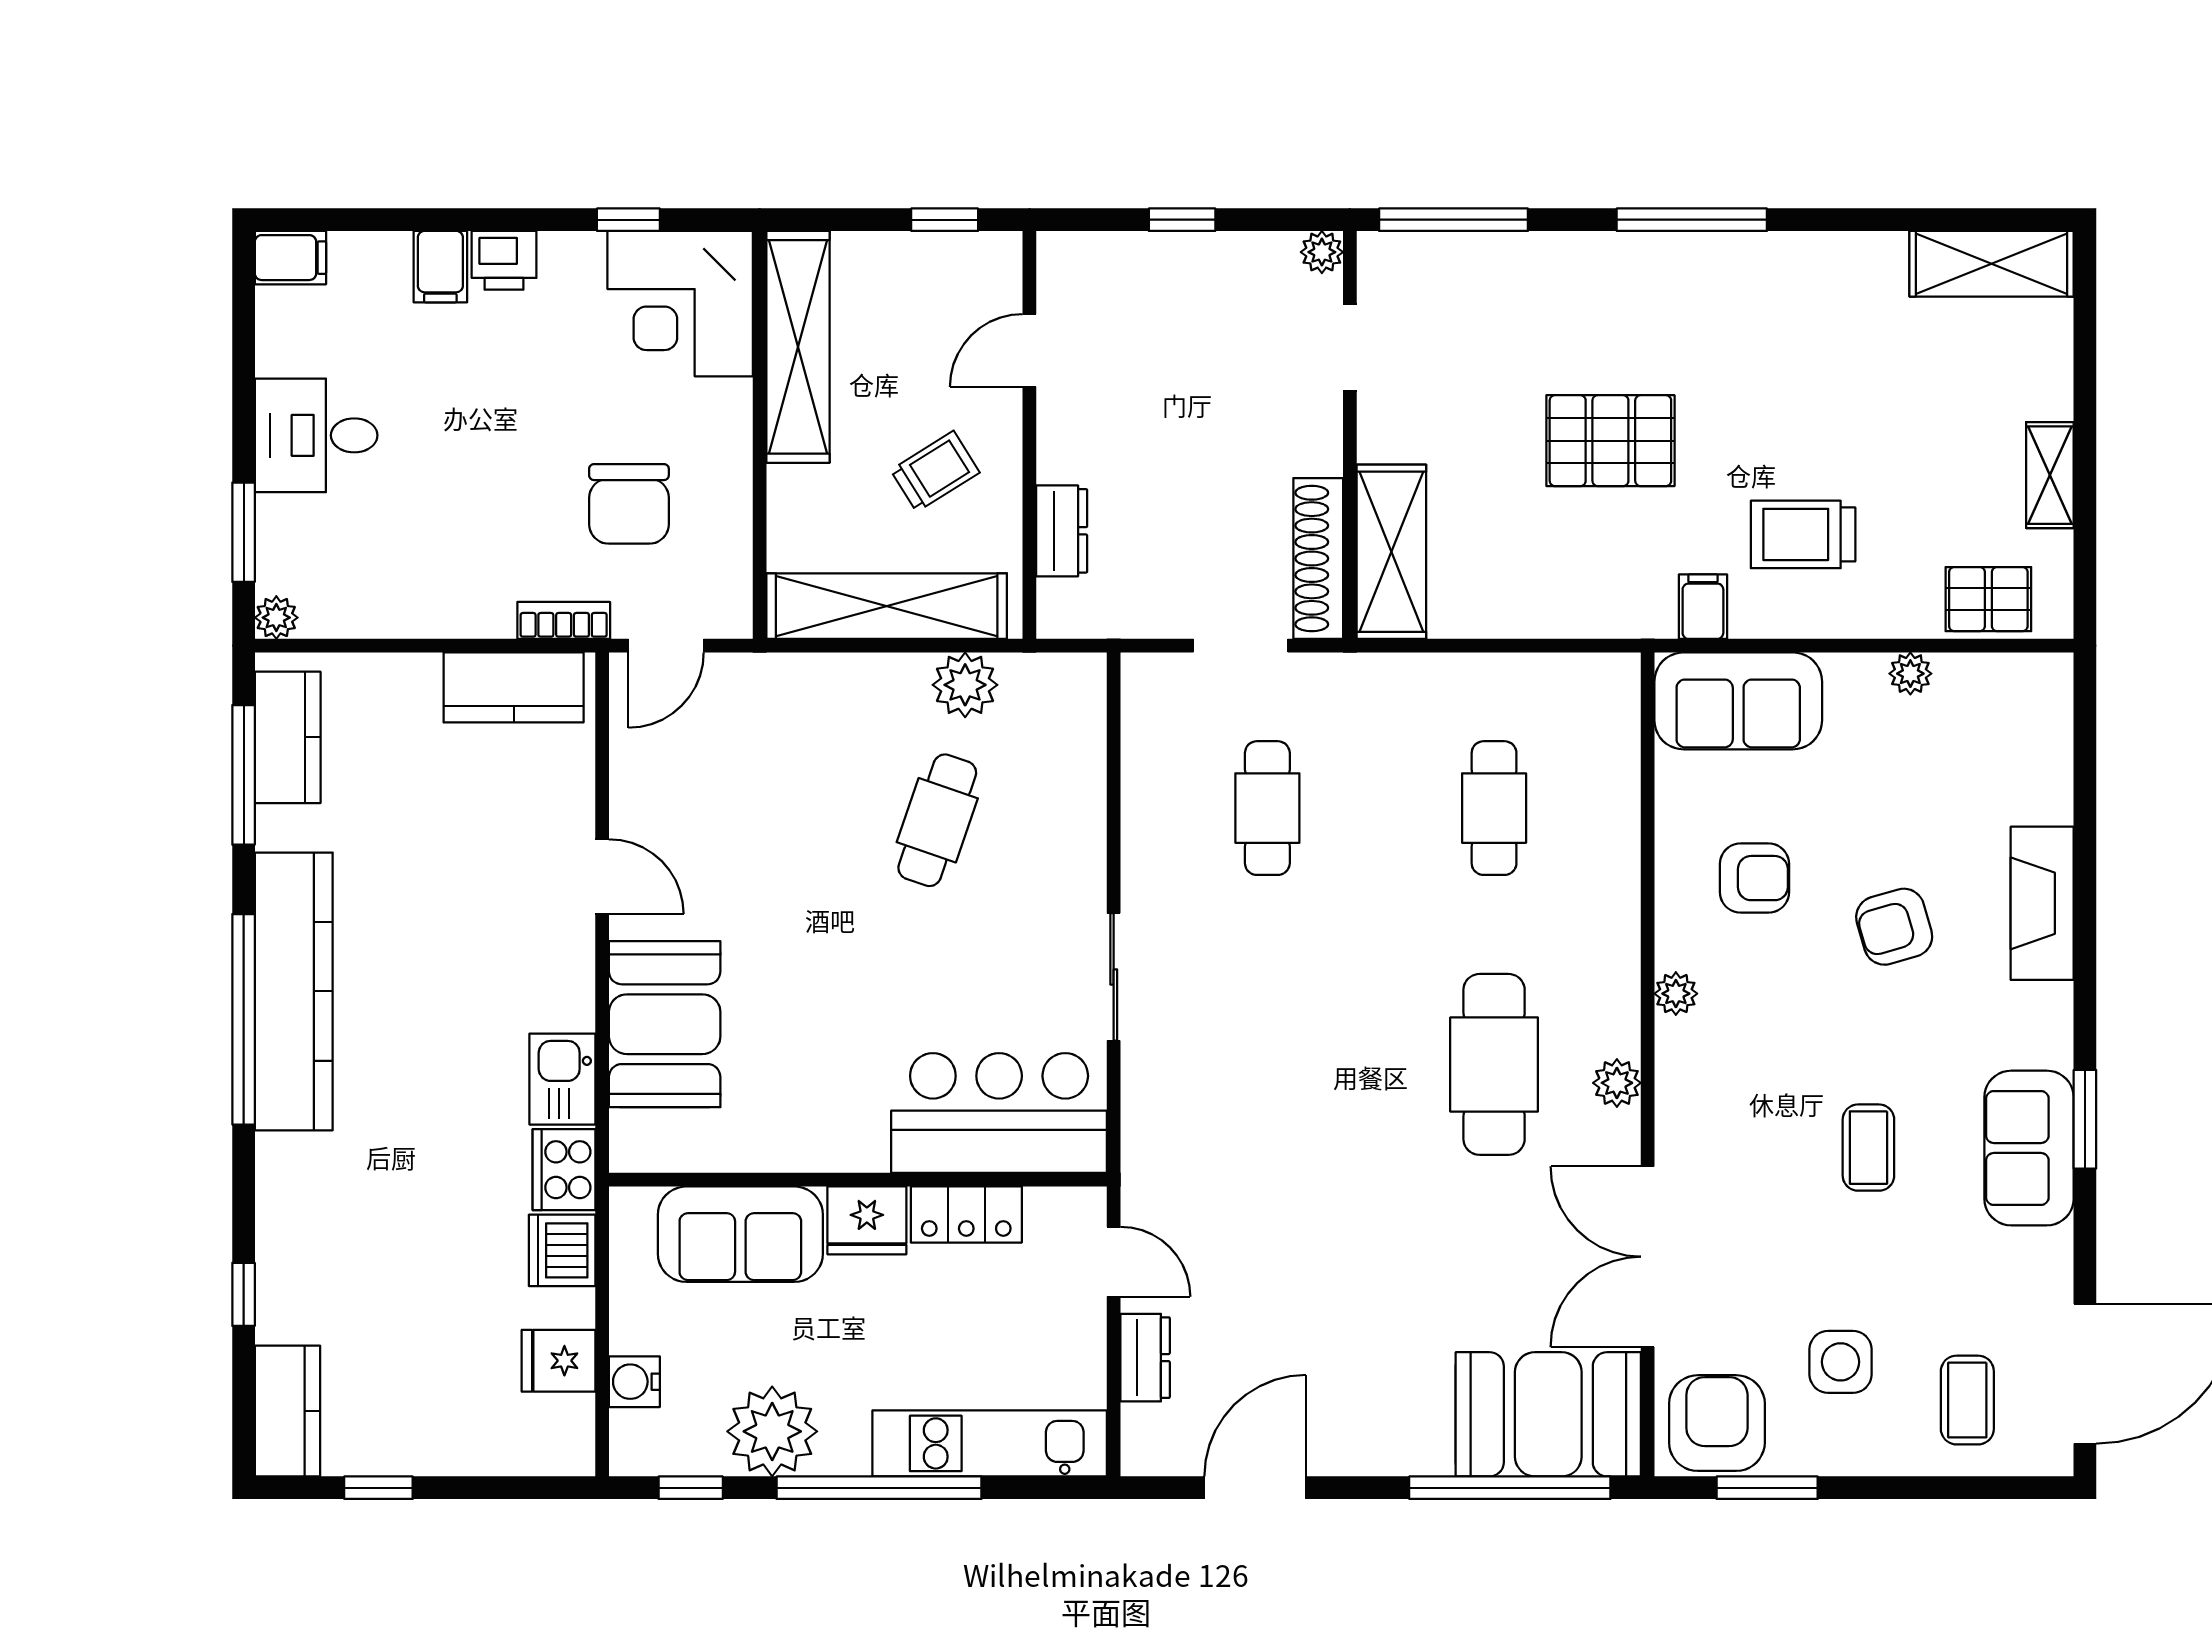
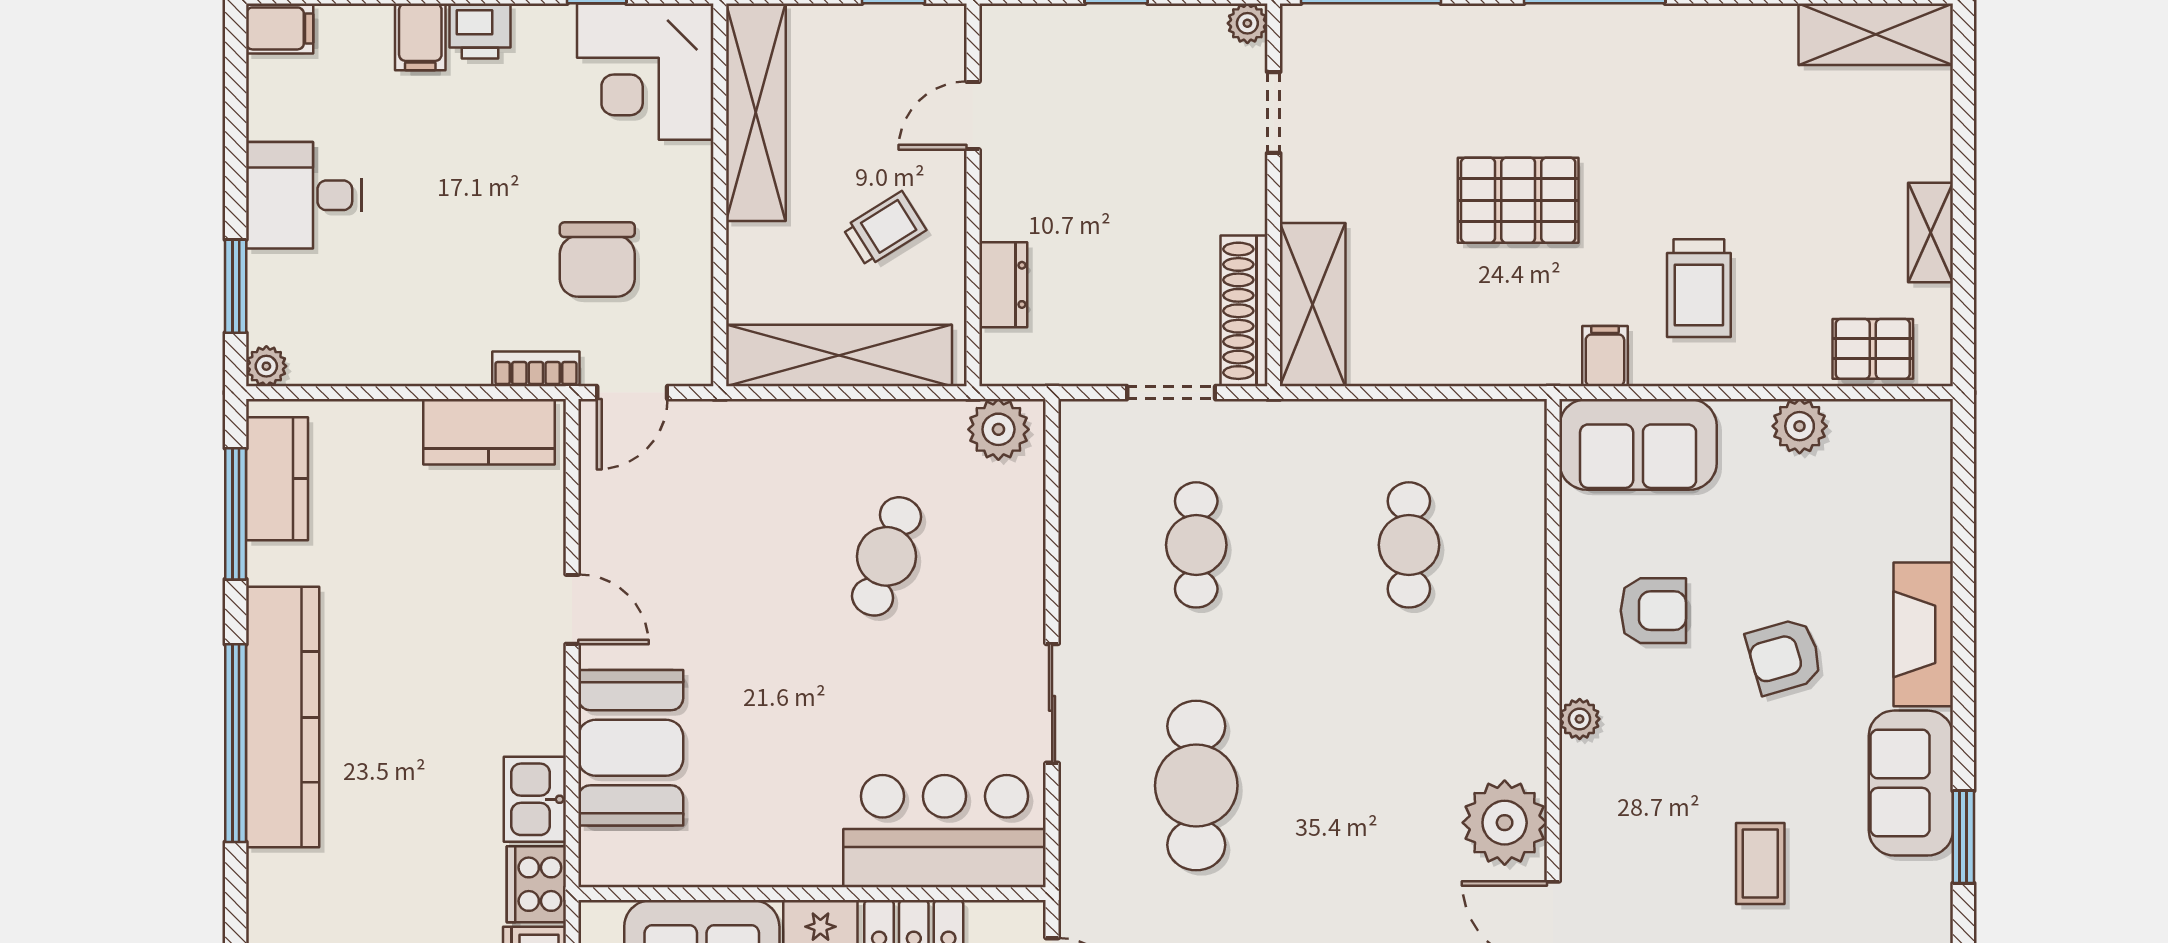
trolley: (1803, 534) -> (1699, 288), turned -90
plant: (1910, 674) -> (1800, 426), width x1.38, depth x1.38
plant: (965, 685) -> (998, 429), moved
cafe table: (1494, 1064) -> (1196, 786), moved
plant: (1617, 1083) -> (1505, 823), width x1.88, depth x1.88
sofa: (2029, 1148) -> (1911, 783), moved

